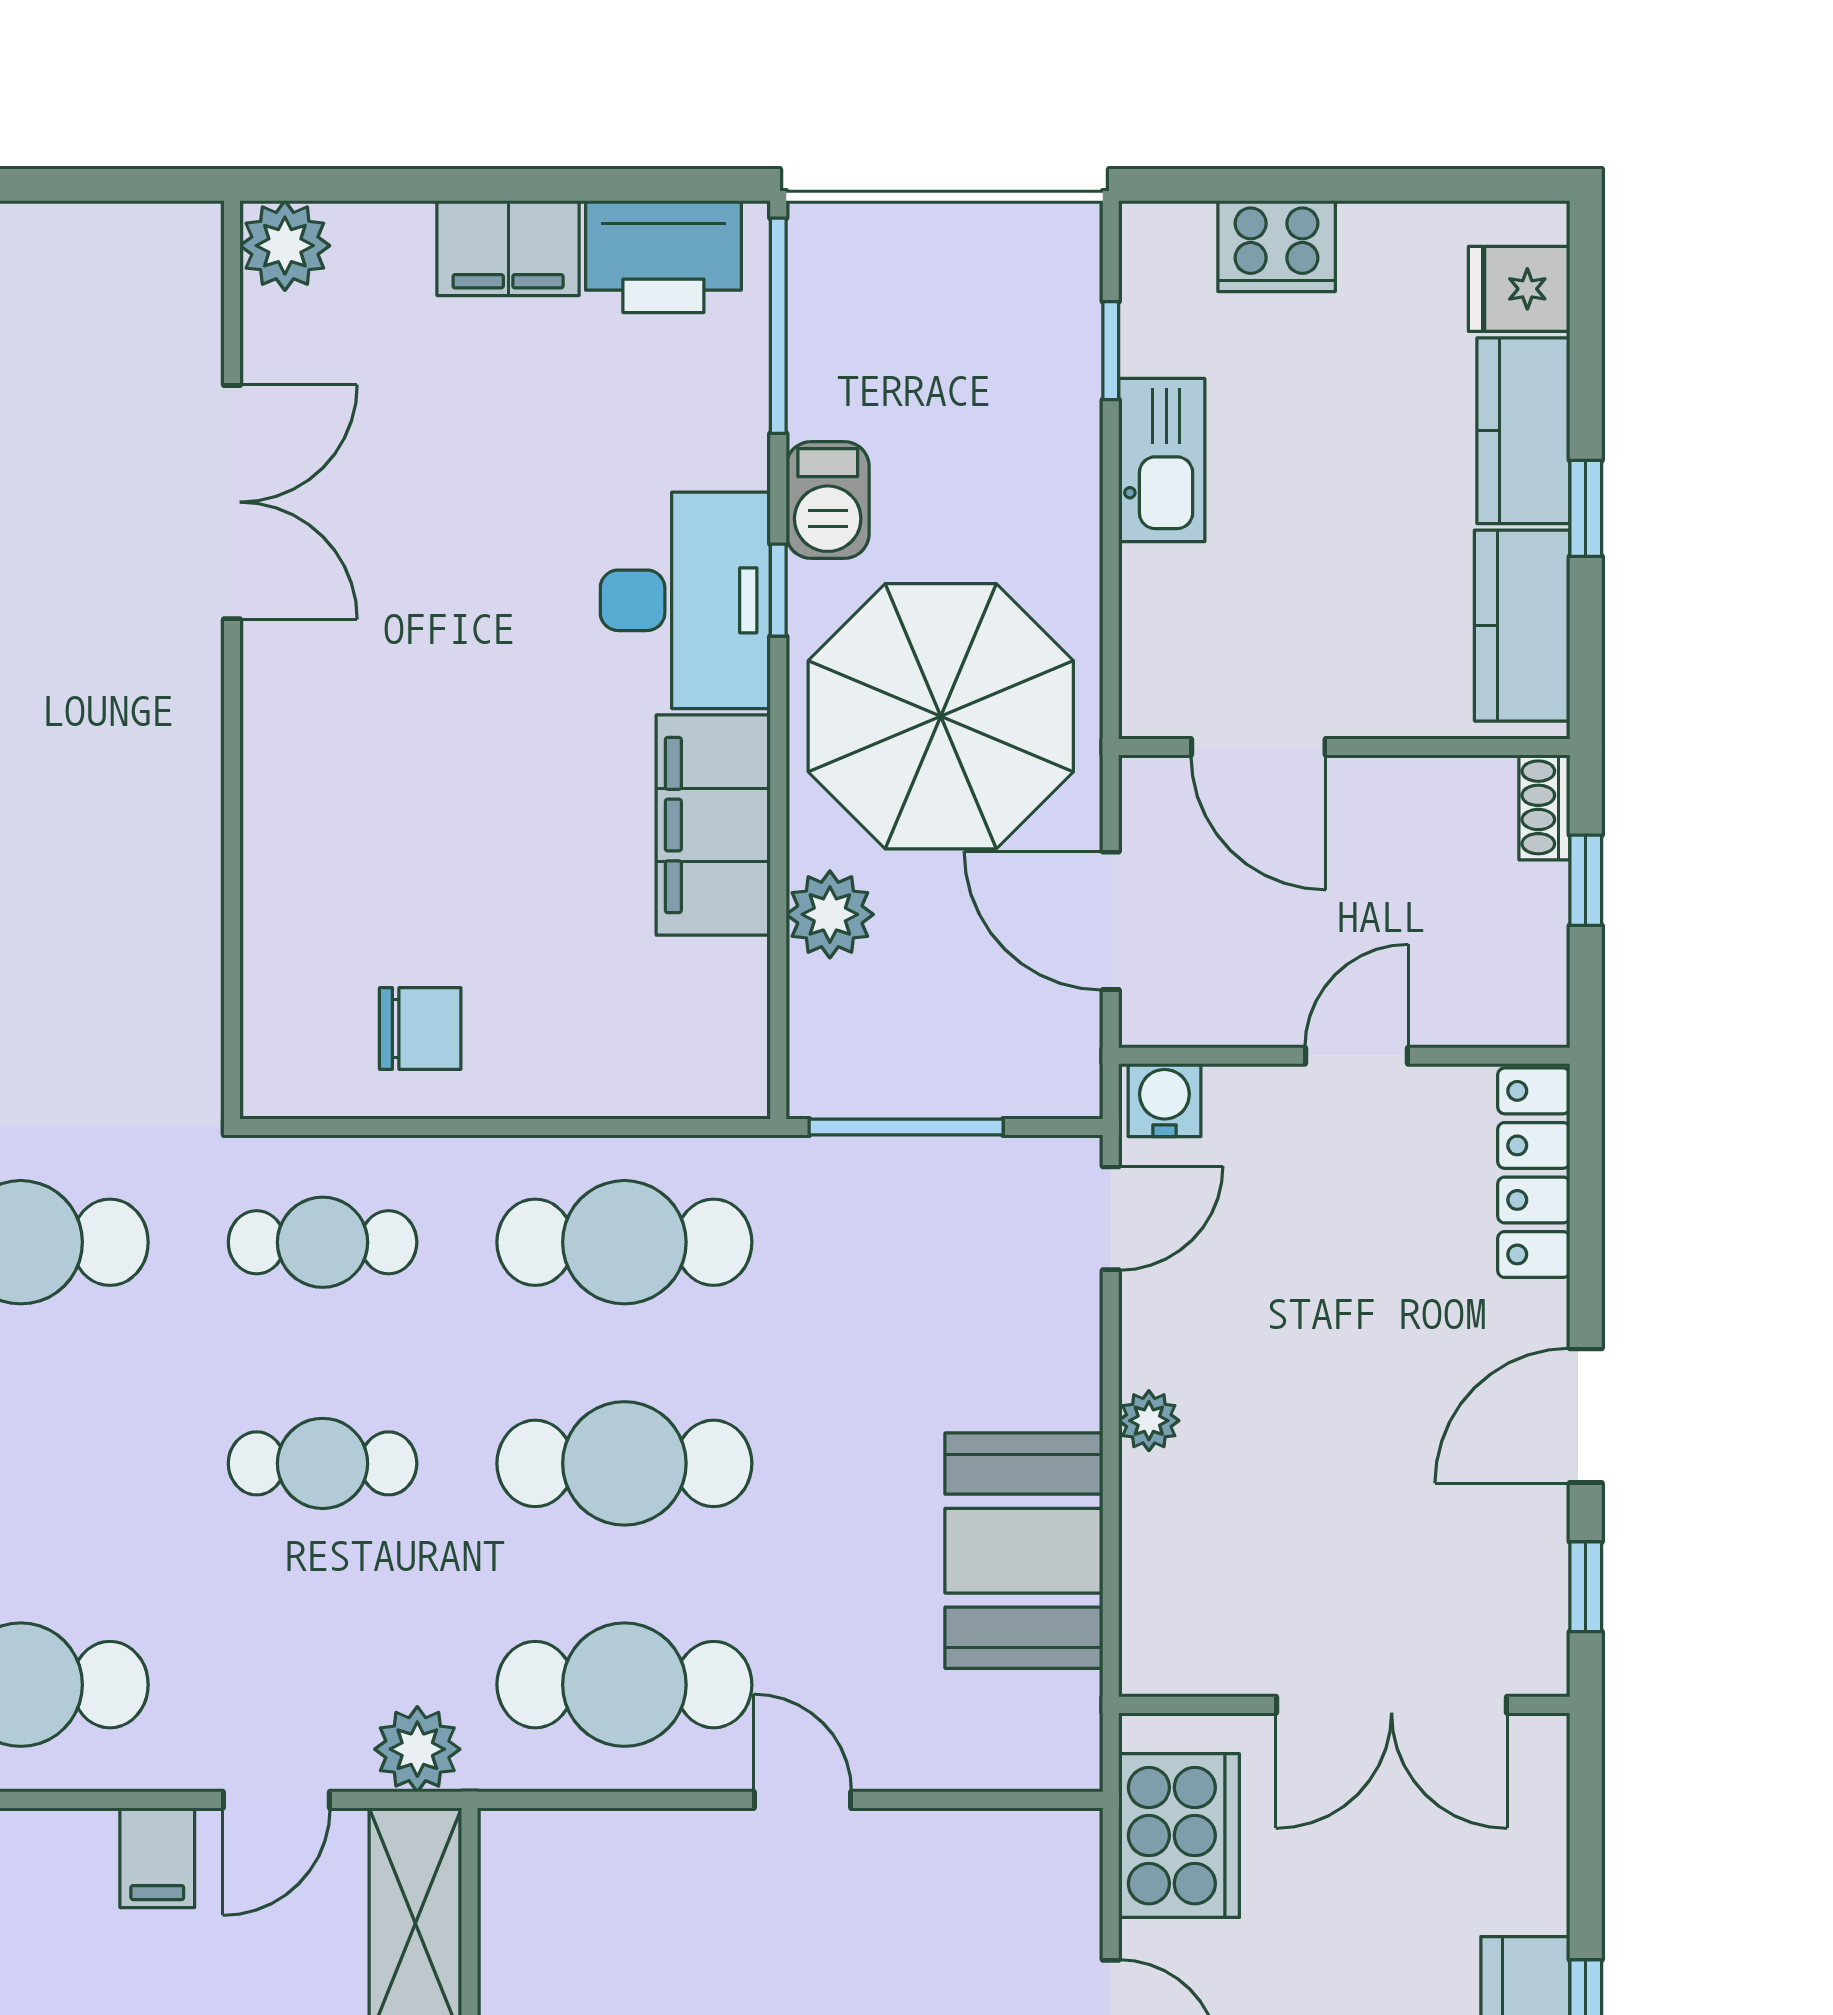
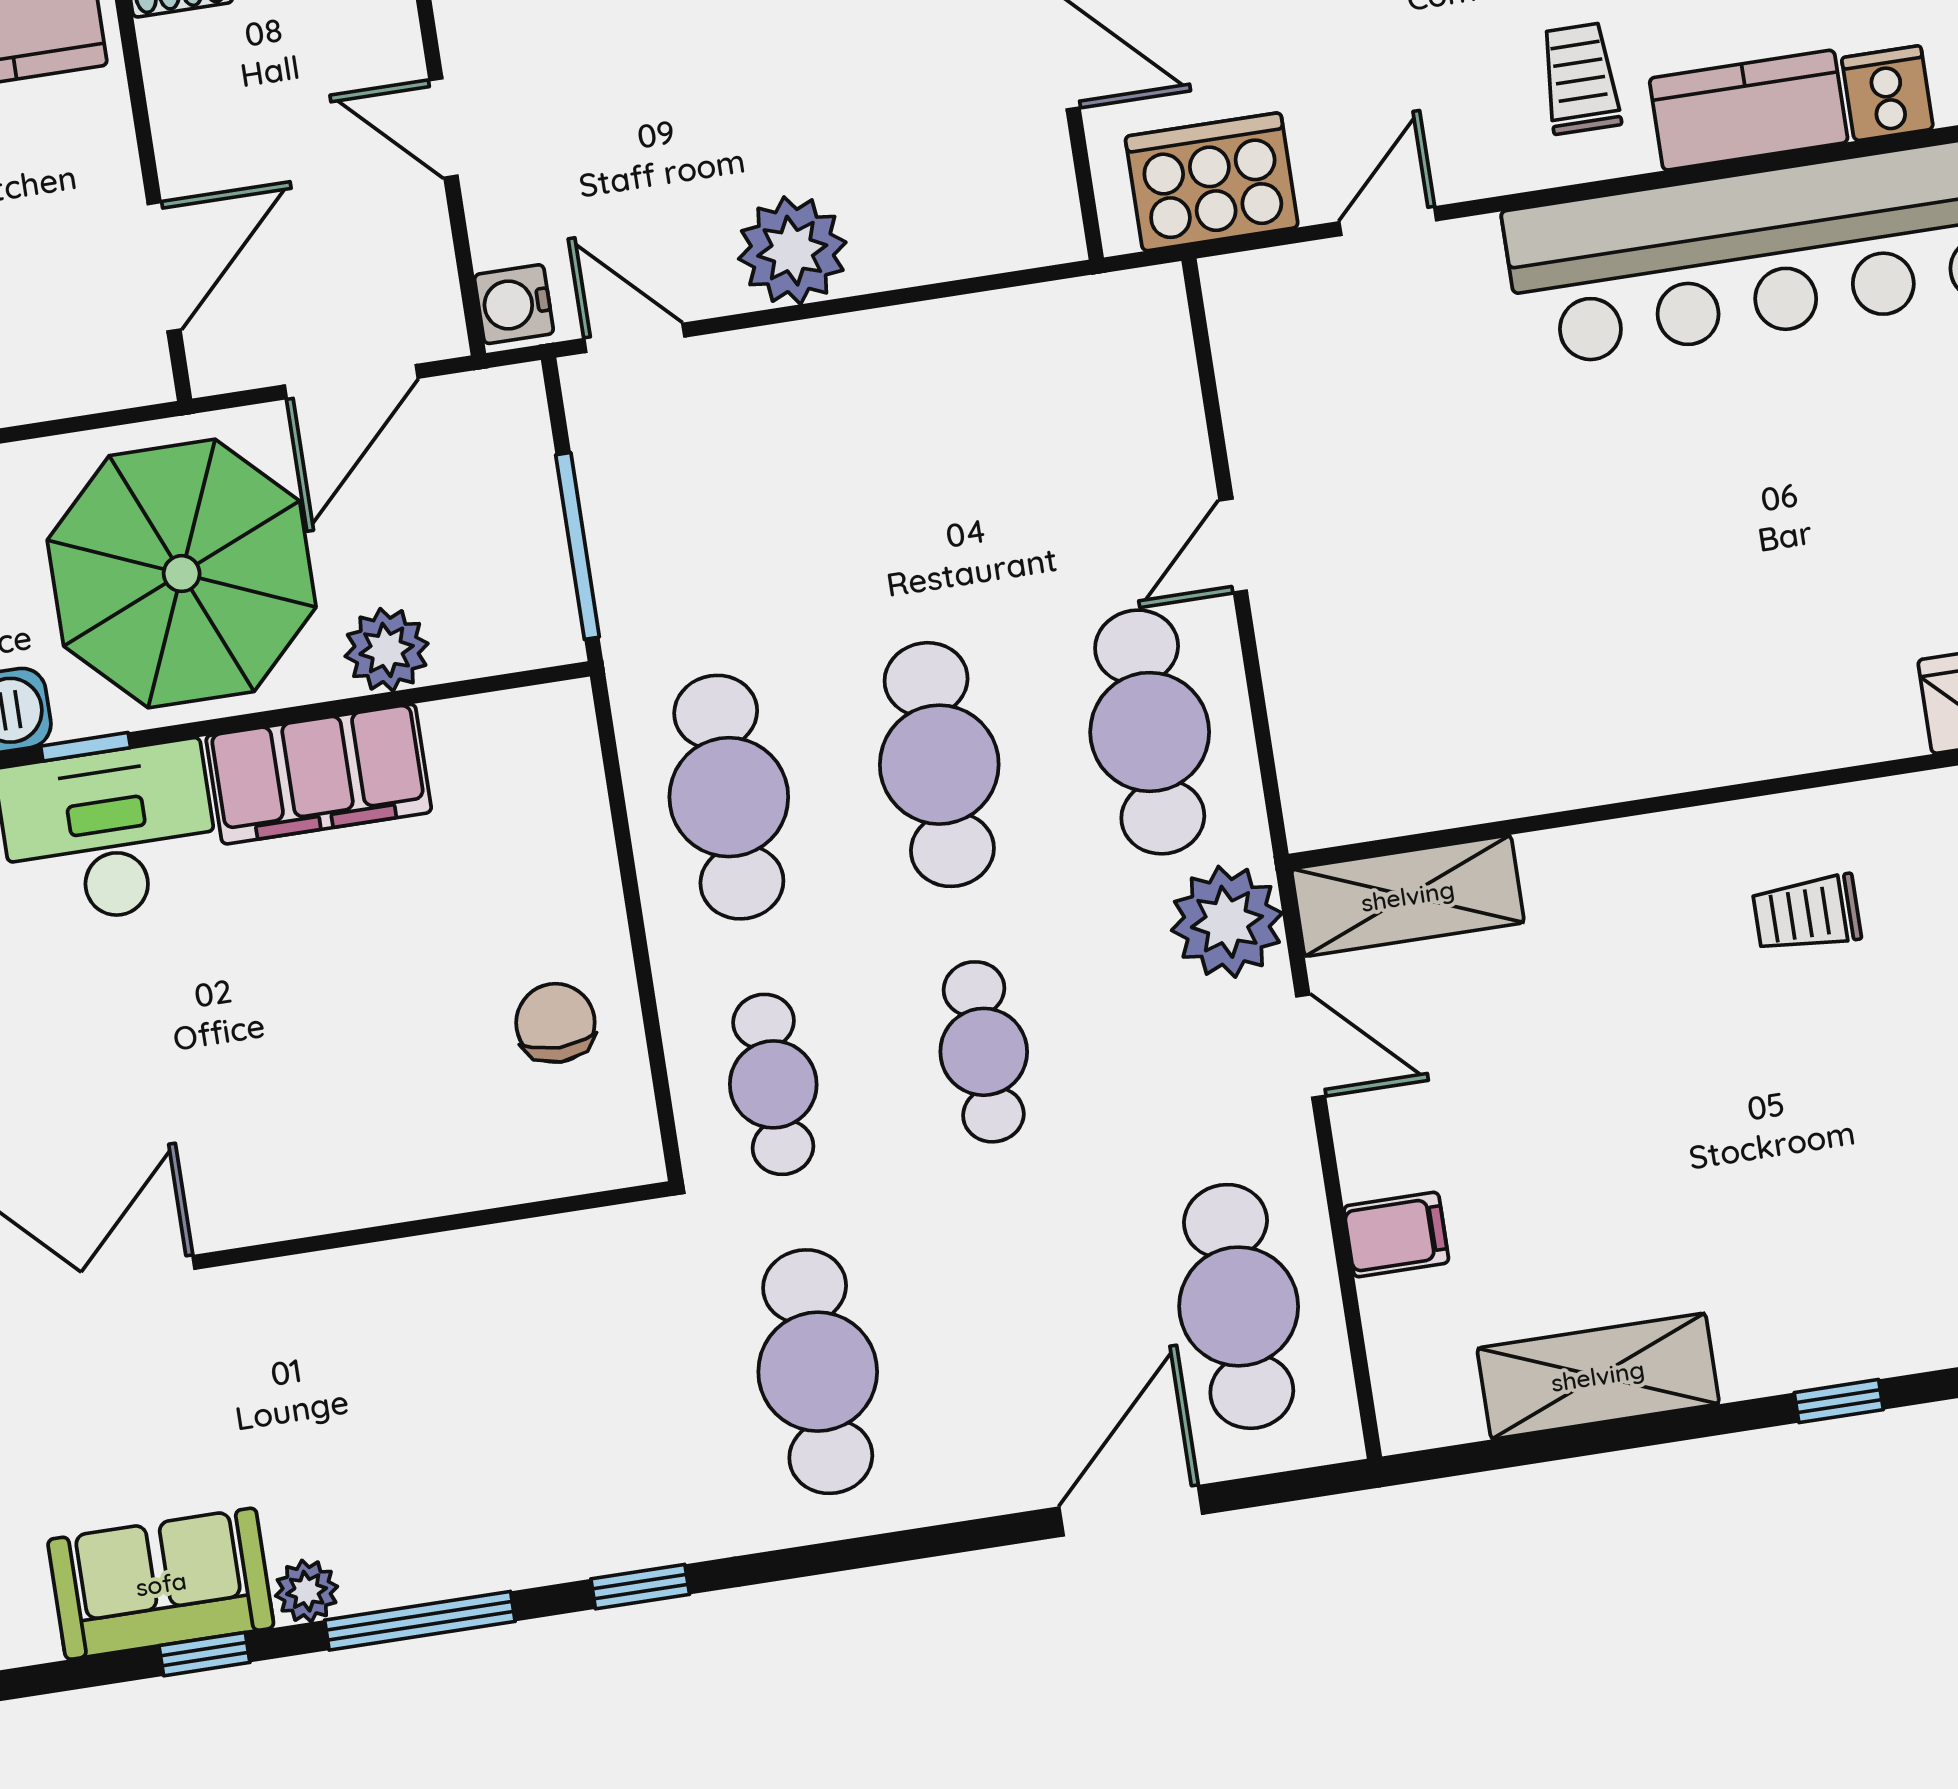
plant: (1149, 1421) -> (792, 251), width x1.88, depth x1.88
booth: (1024, 1551) -> (963, 372), removed
plant: (417, 1749) -> (1227, 922), width x1.36, depth x1.36
filing cabinet: (157, 1858) -> (1396, 1235), moved

